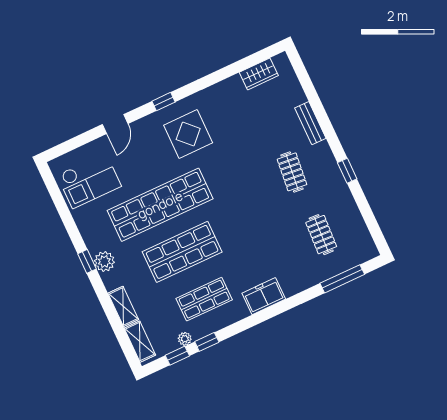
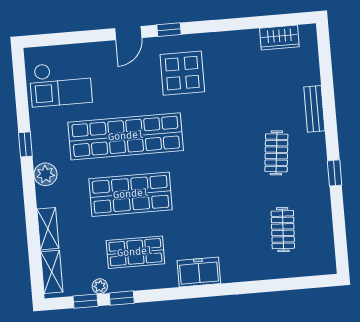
door: (115, 124) -> (128, 33), moved
window: (87, 261) -> (25, 144), moved
window: (342, 279) -> (288, 284), removed

